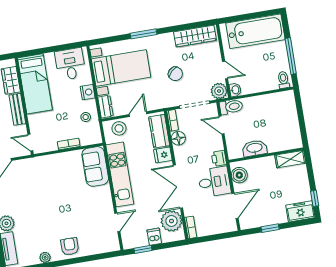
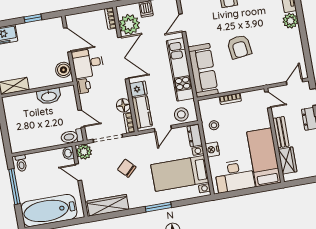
desk: (70, 64) -> (234, 176), width x1.37
sofa: (95, 166) -> (203, 70), width x1.36
armchair: (59, 197) -> (239, 47), added
door: (235, 206) -> (67, 40), swing flipped

